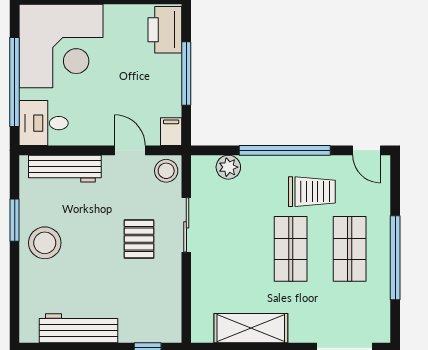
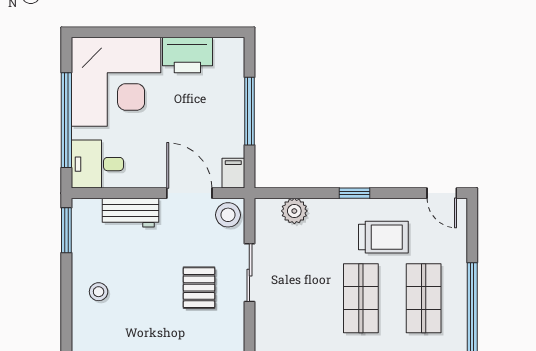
printer: (165, 30) -> (187, 55), moved, turned -90
door: (130, 150) -> (189, 193), width x1.38
window: (285, 150) -> (355, 193), width x0.32
workbench: (65, 169) -> (130, 213), width x0.73
window: (15, 220) -> (66, 230), moved
stool: (45, 243) -> (99, 292), width x0.53, depth x0.53

